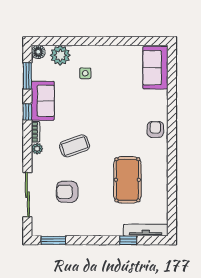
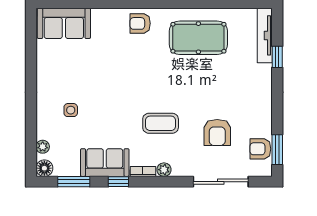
plant: (60, 55) -> (43, 147), width x0.53, depth x0.53
coffee table: (75, 146) -> (161, 123), turned -71
pool table: (127, 180) -> (198, 38), moved
armchair: (54, 227) -> (260, 149), added

